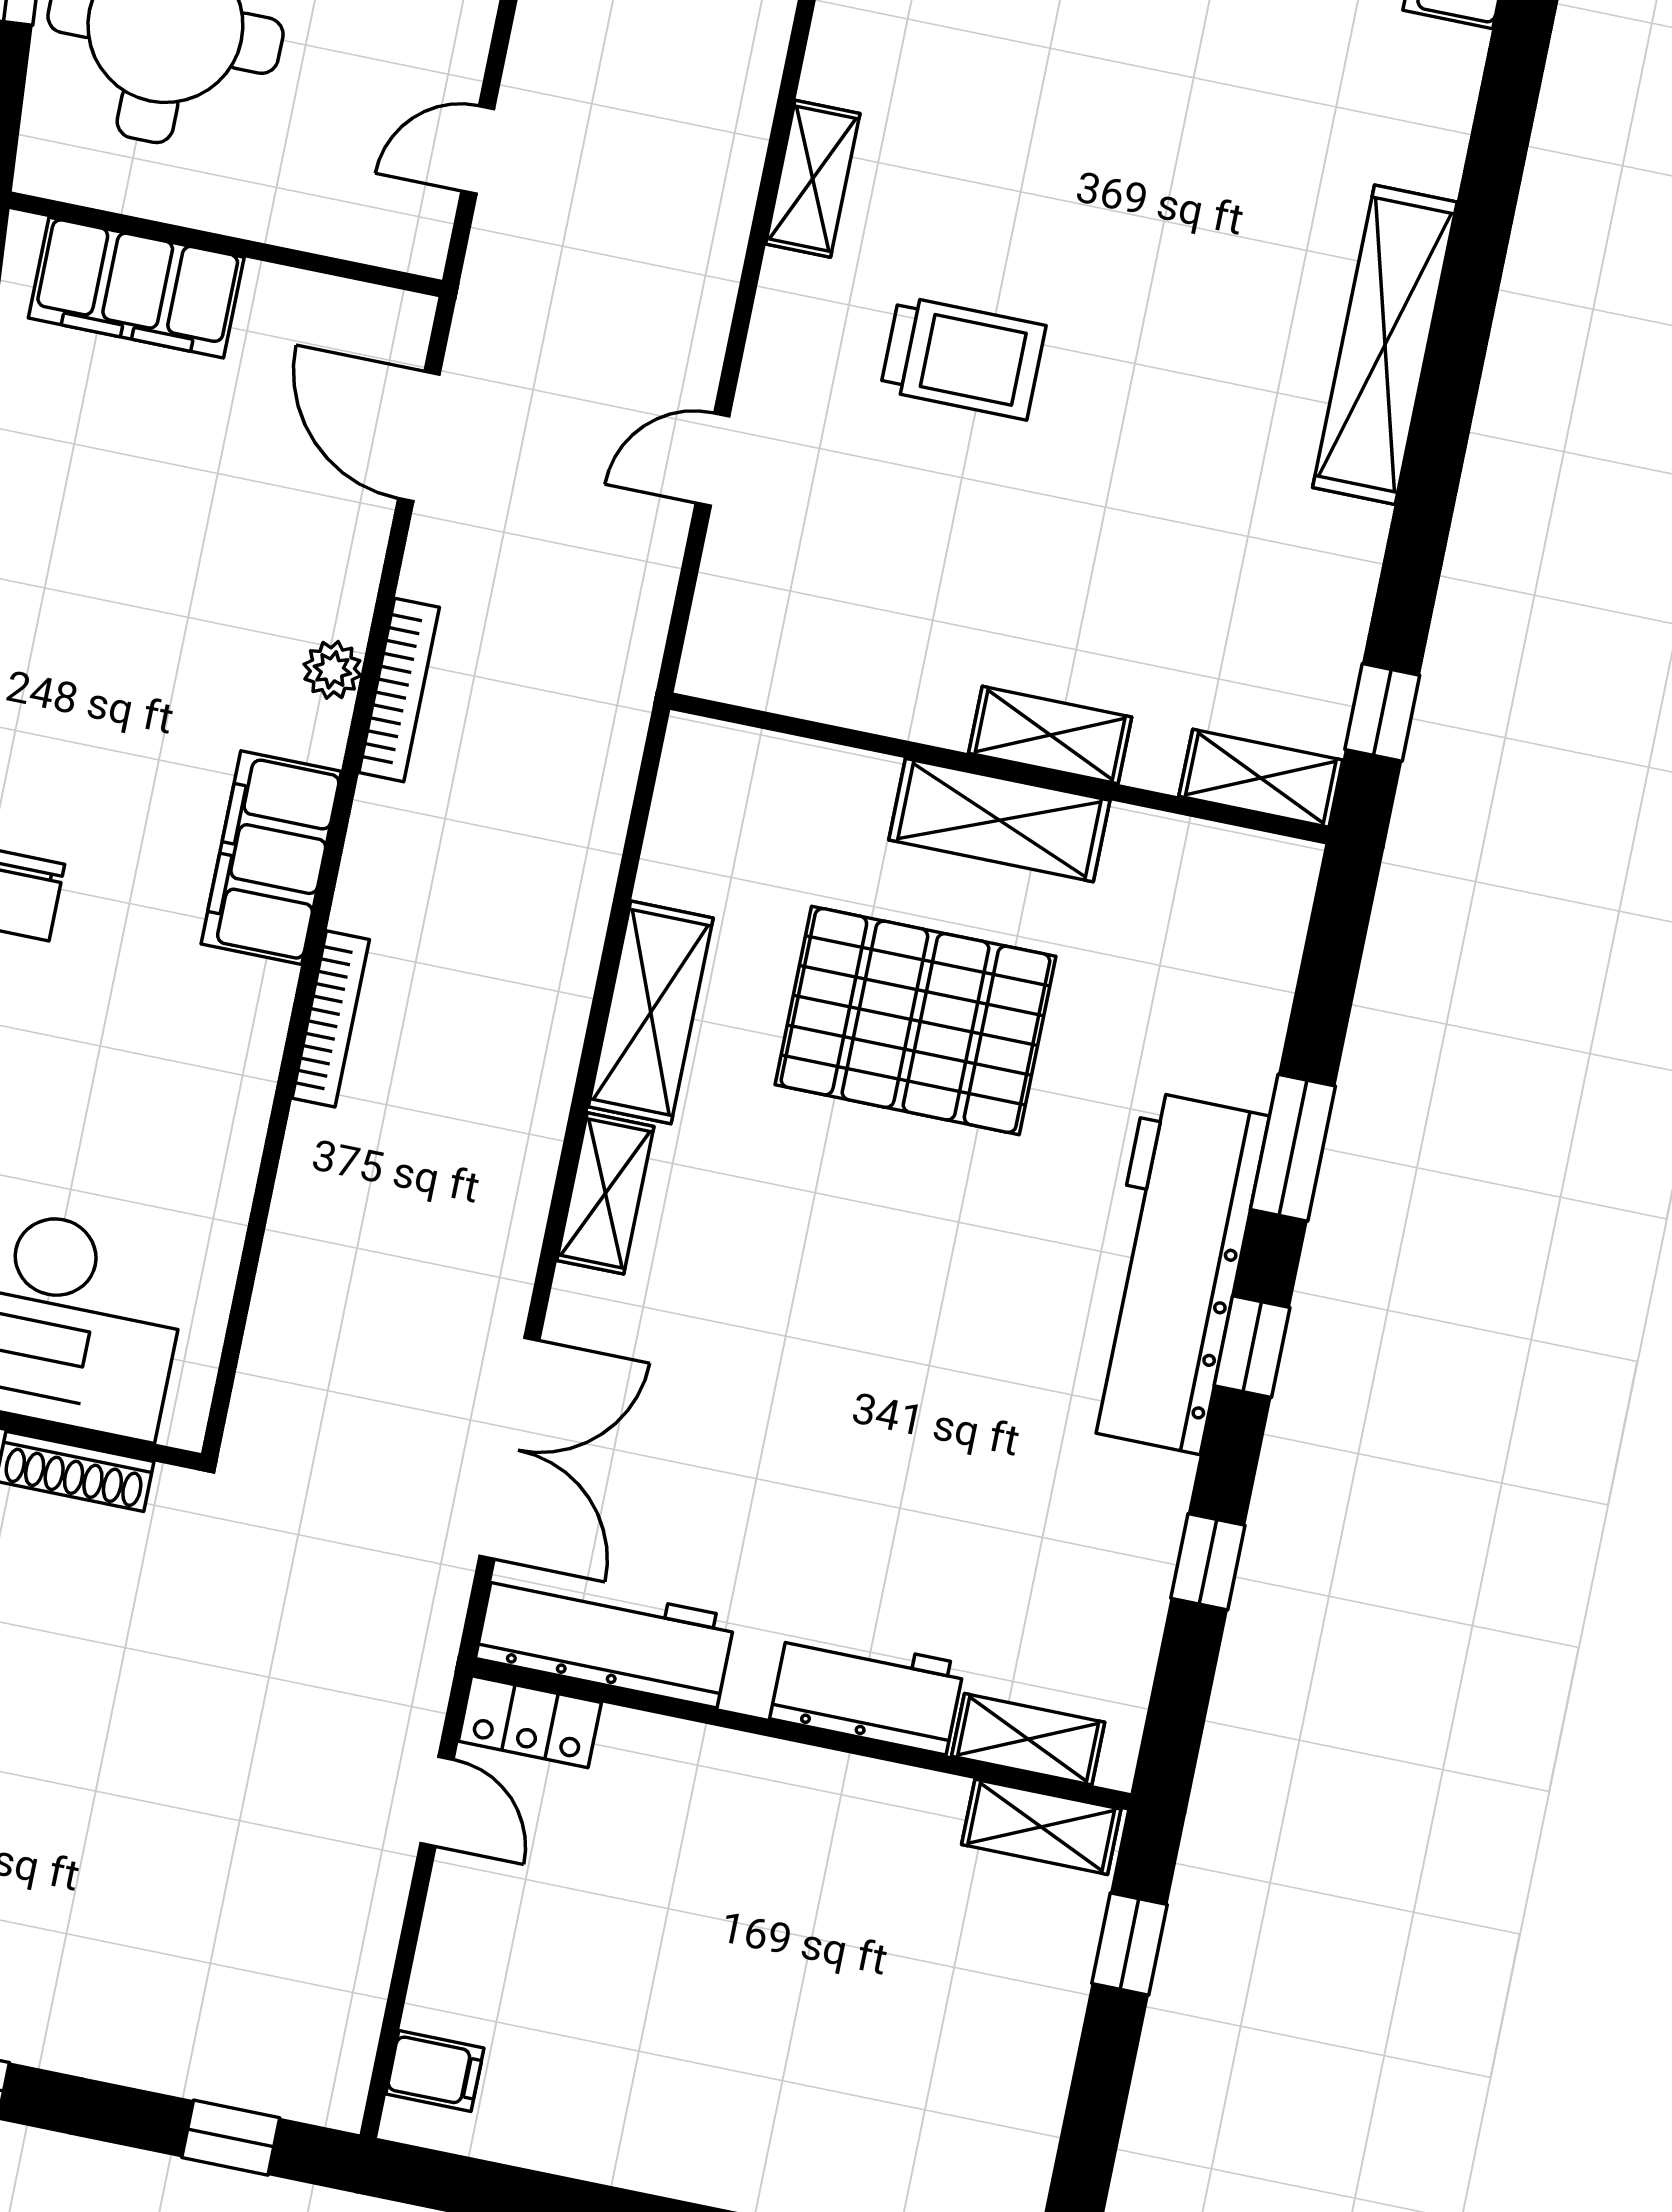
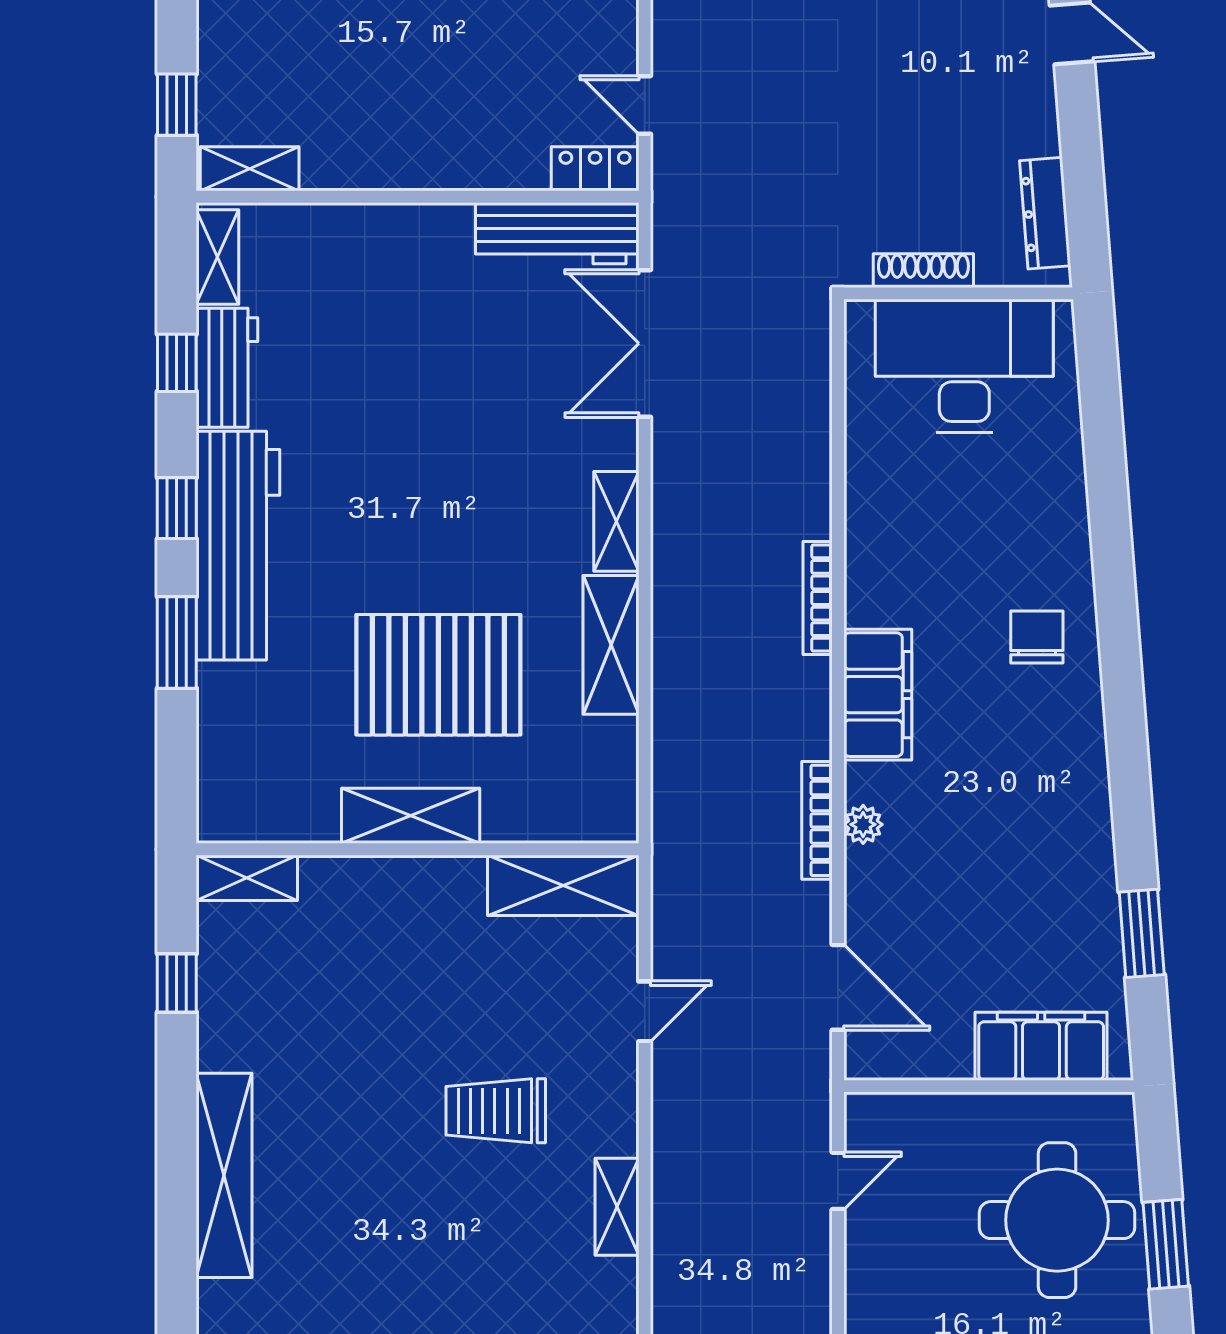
window: (1382, 712) -> (177, 983), moved
shelving: (1050, 735) -> (563, 885), moved, width x1.50, depth x1.33
workbench: (867, 1692) -> (227, 368), moved, turned -90
shelving: (1028, 1739) -> (217, 257), moved, turned 90

